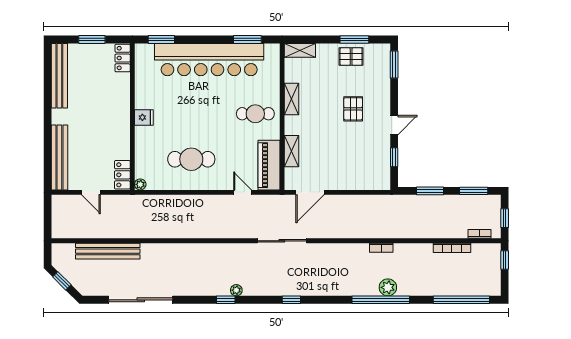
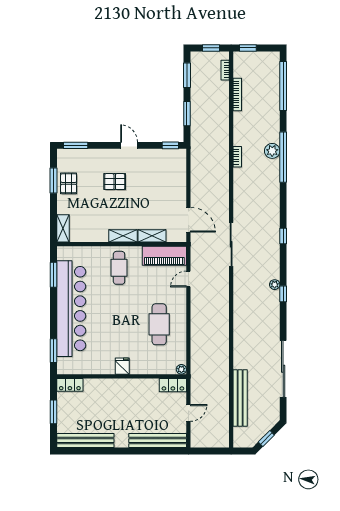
shelving: (292, 99) -> (123, 236), moved
window: (394, 157) -> (170, 145), moved

